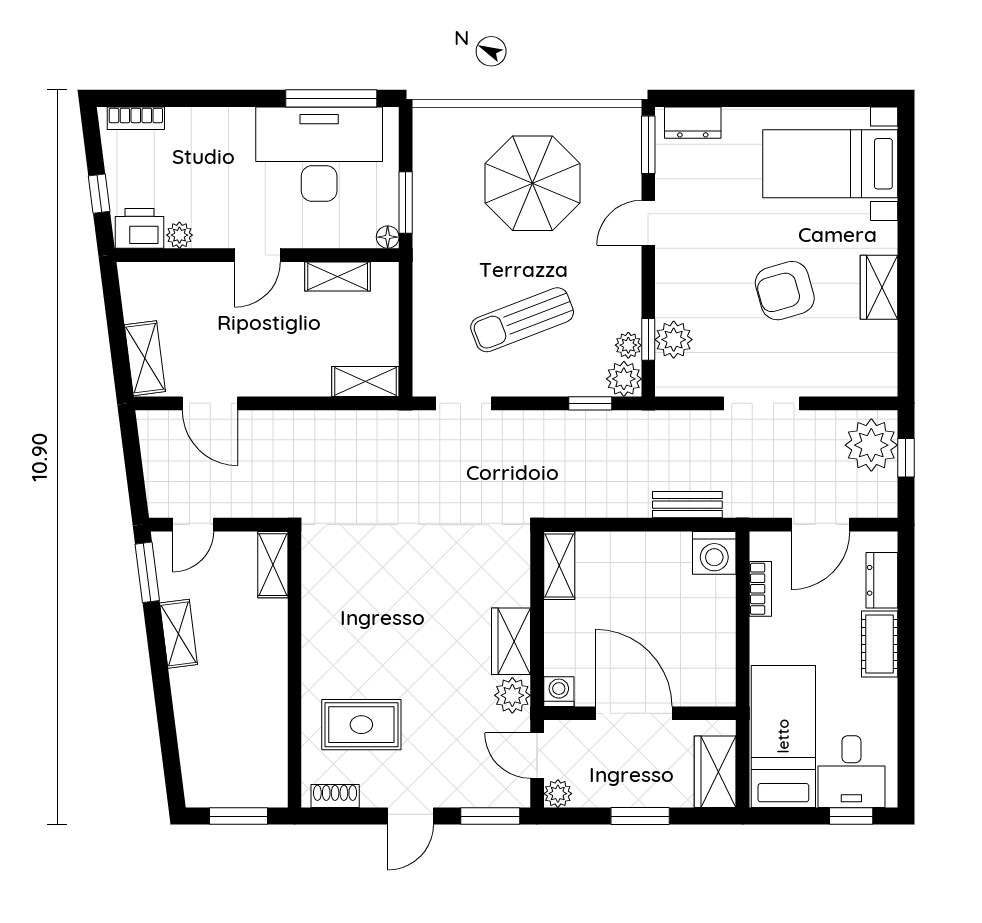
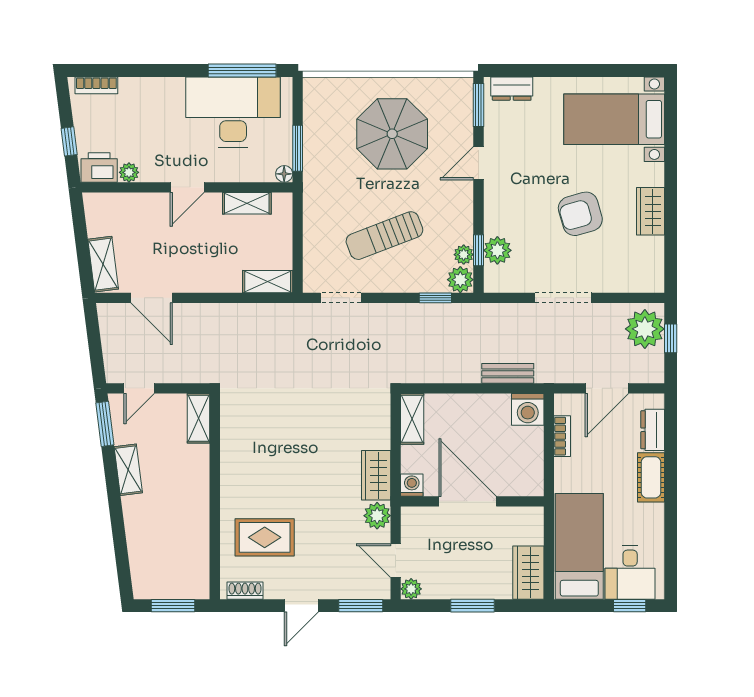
washing machine: (559, 692) -> (412, 485), moved
door: (634, 713) -> (468, 501), moved
wall: (640, 713) -> (472, 501), moved

